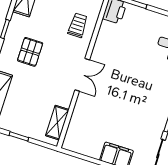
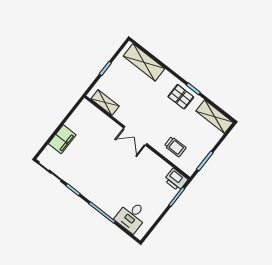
pallet: (30, 52) -> (181, 97), moved

